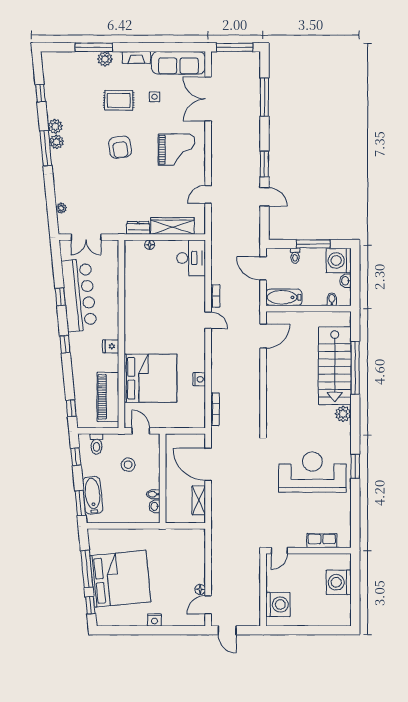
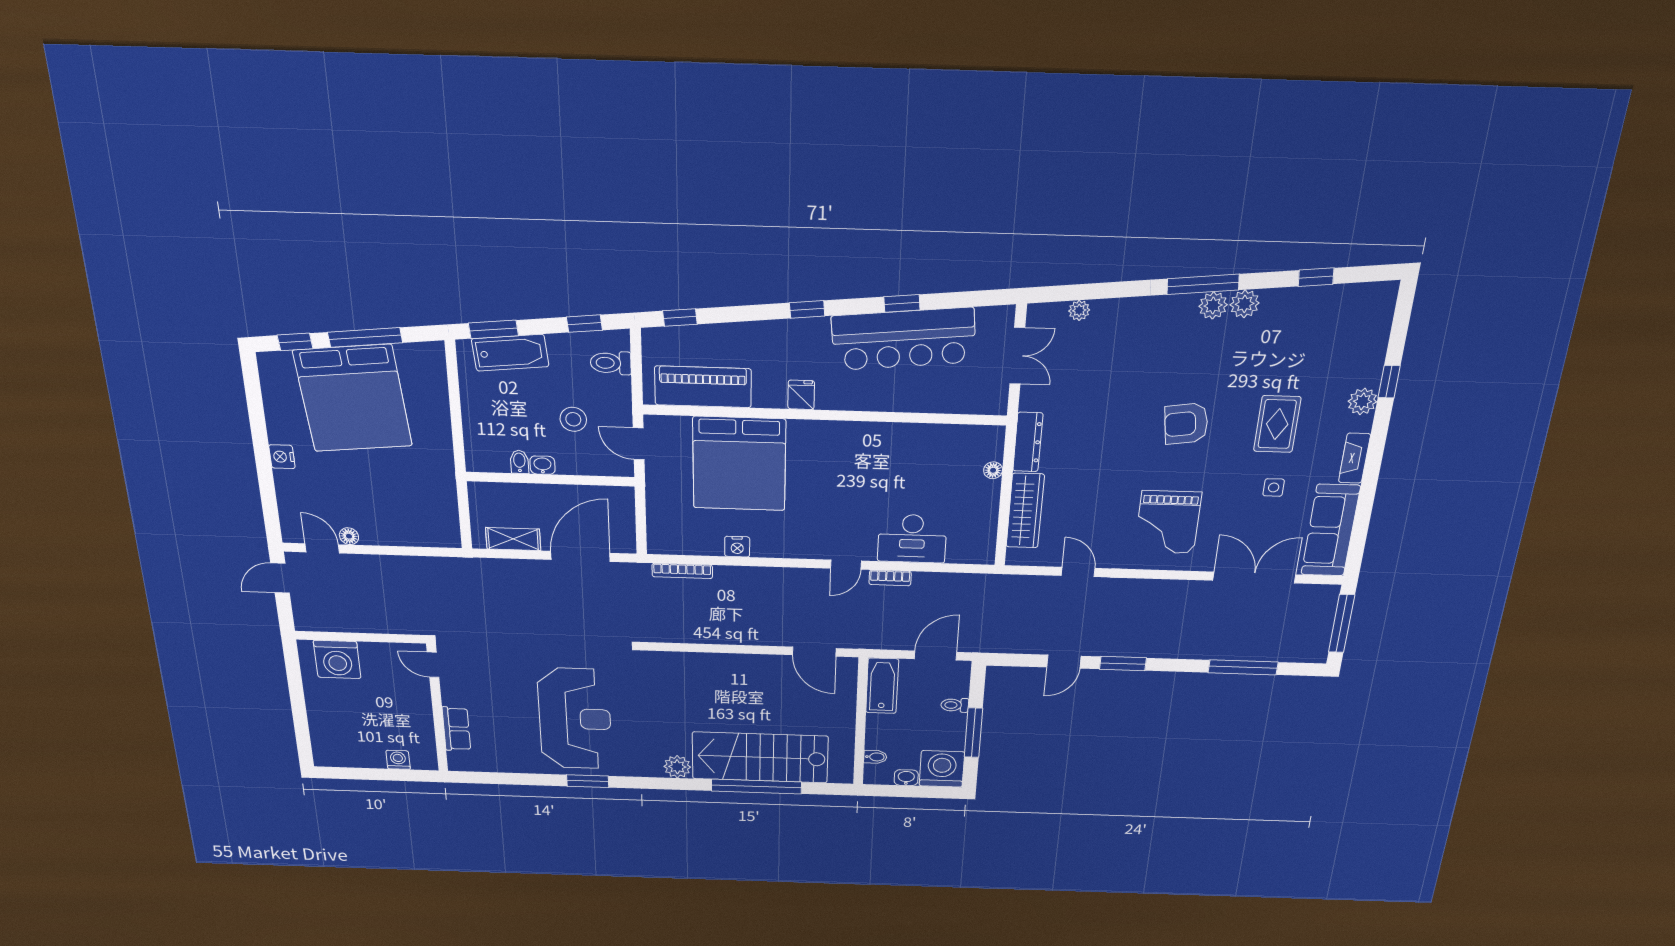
window: (94, 47) -> (1389, 382), width x0.46
dresser: (138, 228) -> (1028, 442), width x1.44
double door: (86, 237) -> (1017, 356), swing flipped
desk: (191, 258) -> (912, 539), moved
door: (141, 431) -> (639, 444), swing flipped
washbasin: (155, 506) -> (543, 465), moved
washing machine: (339, 582) -> (398, 760), width x0.53, depth x0.53

